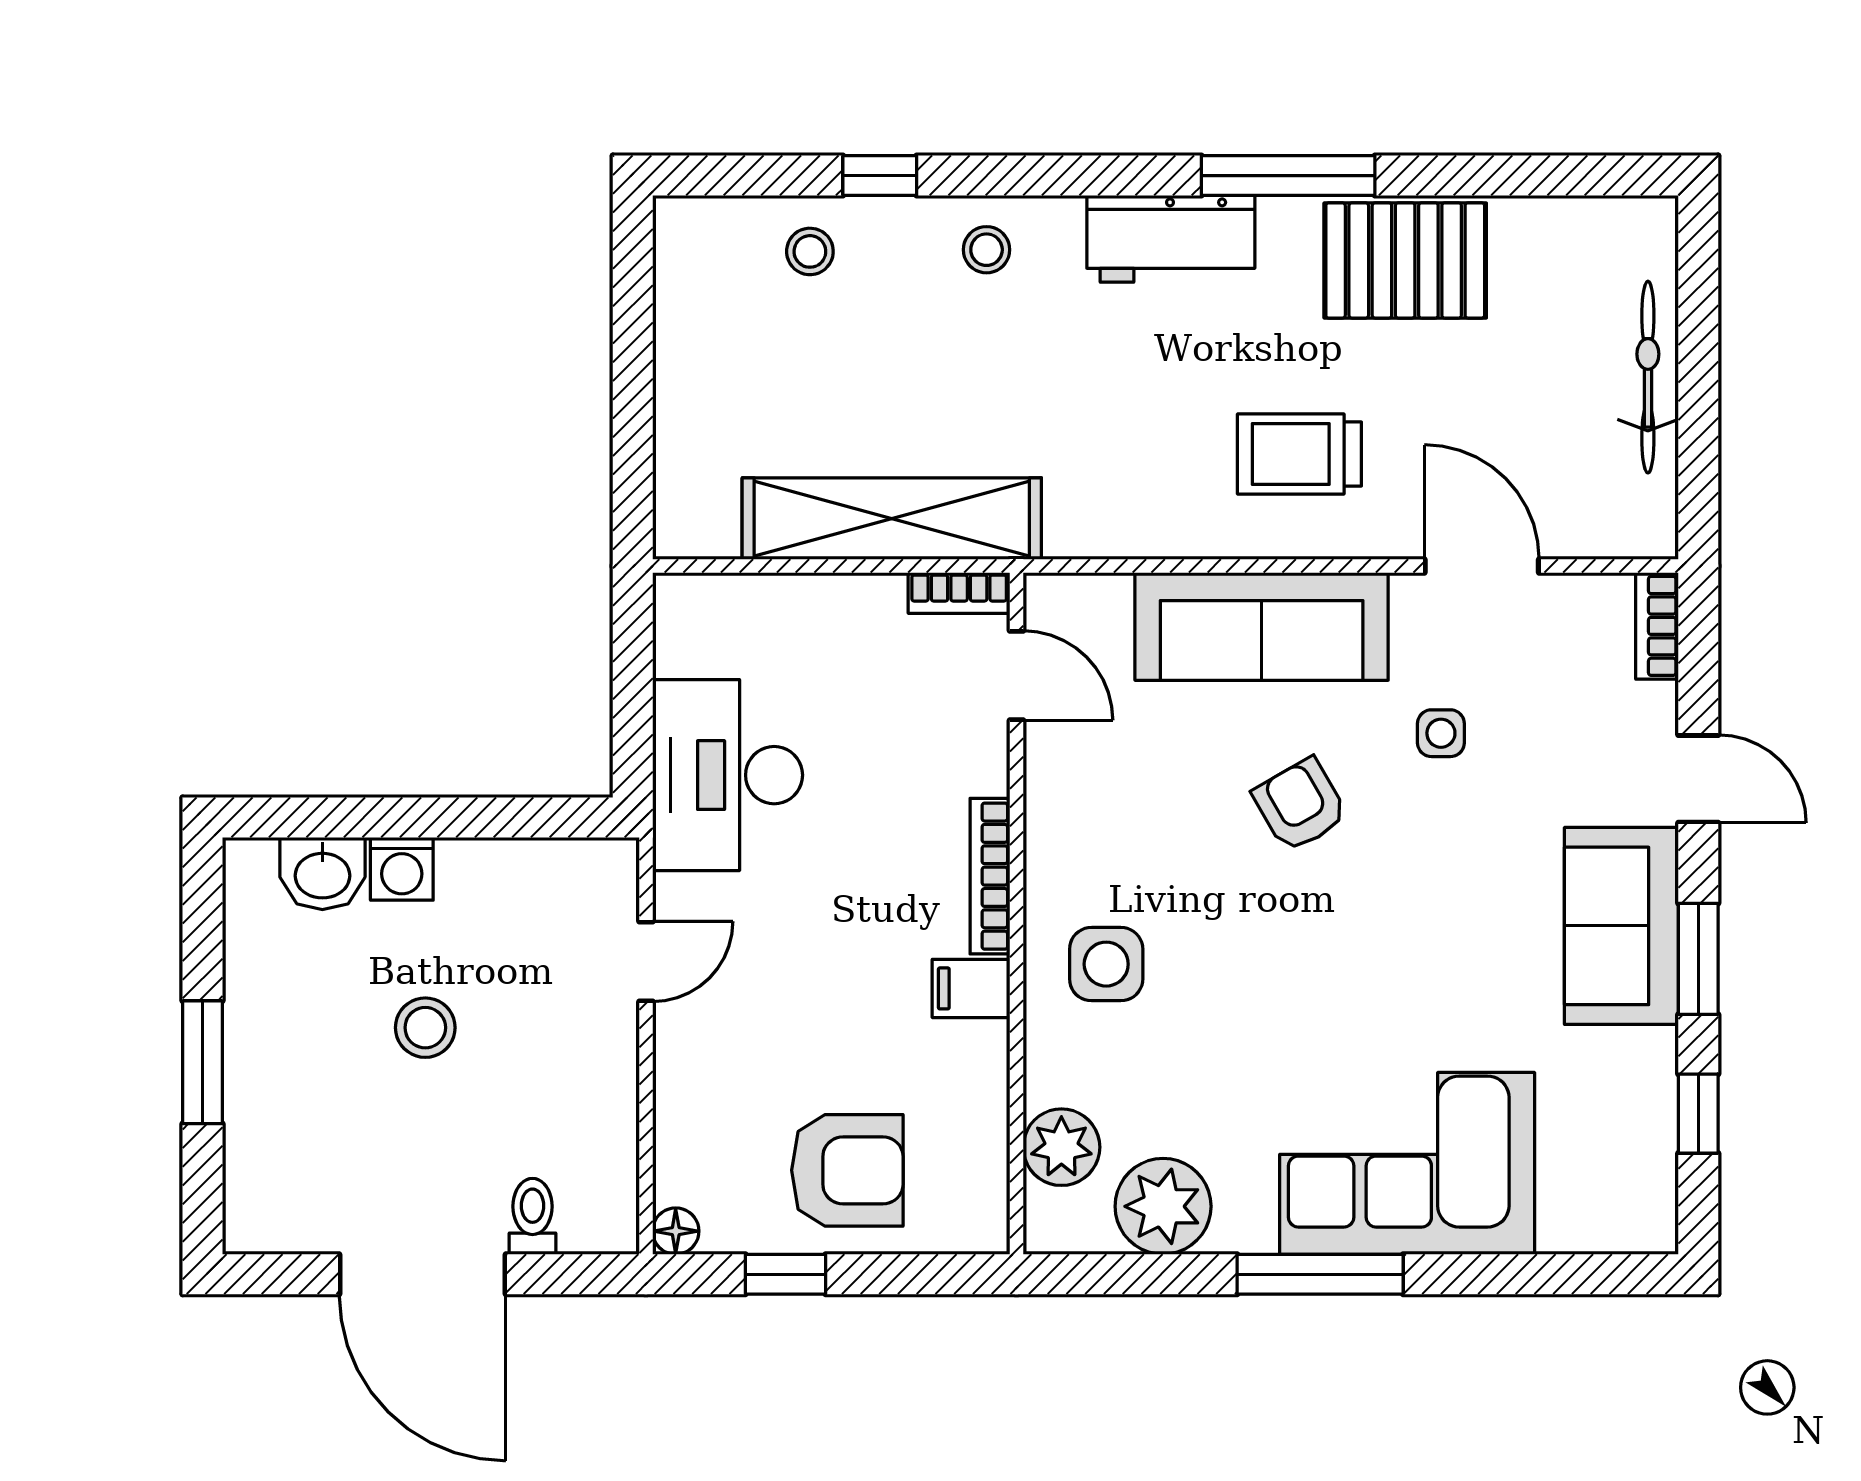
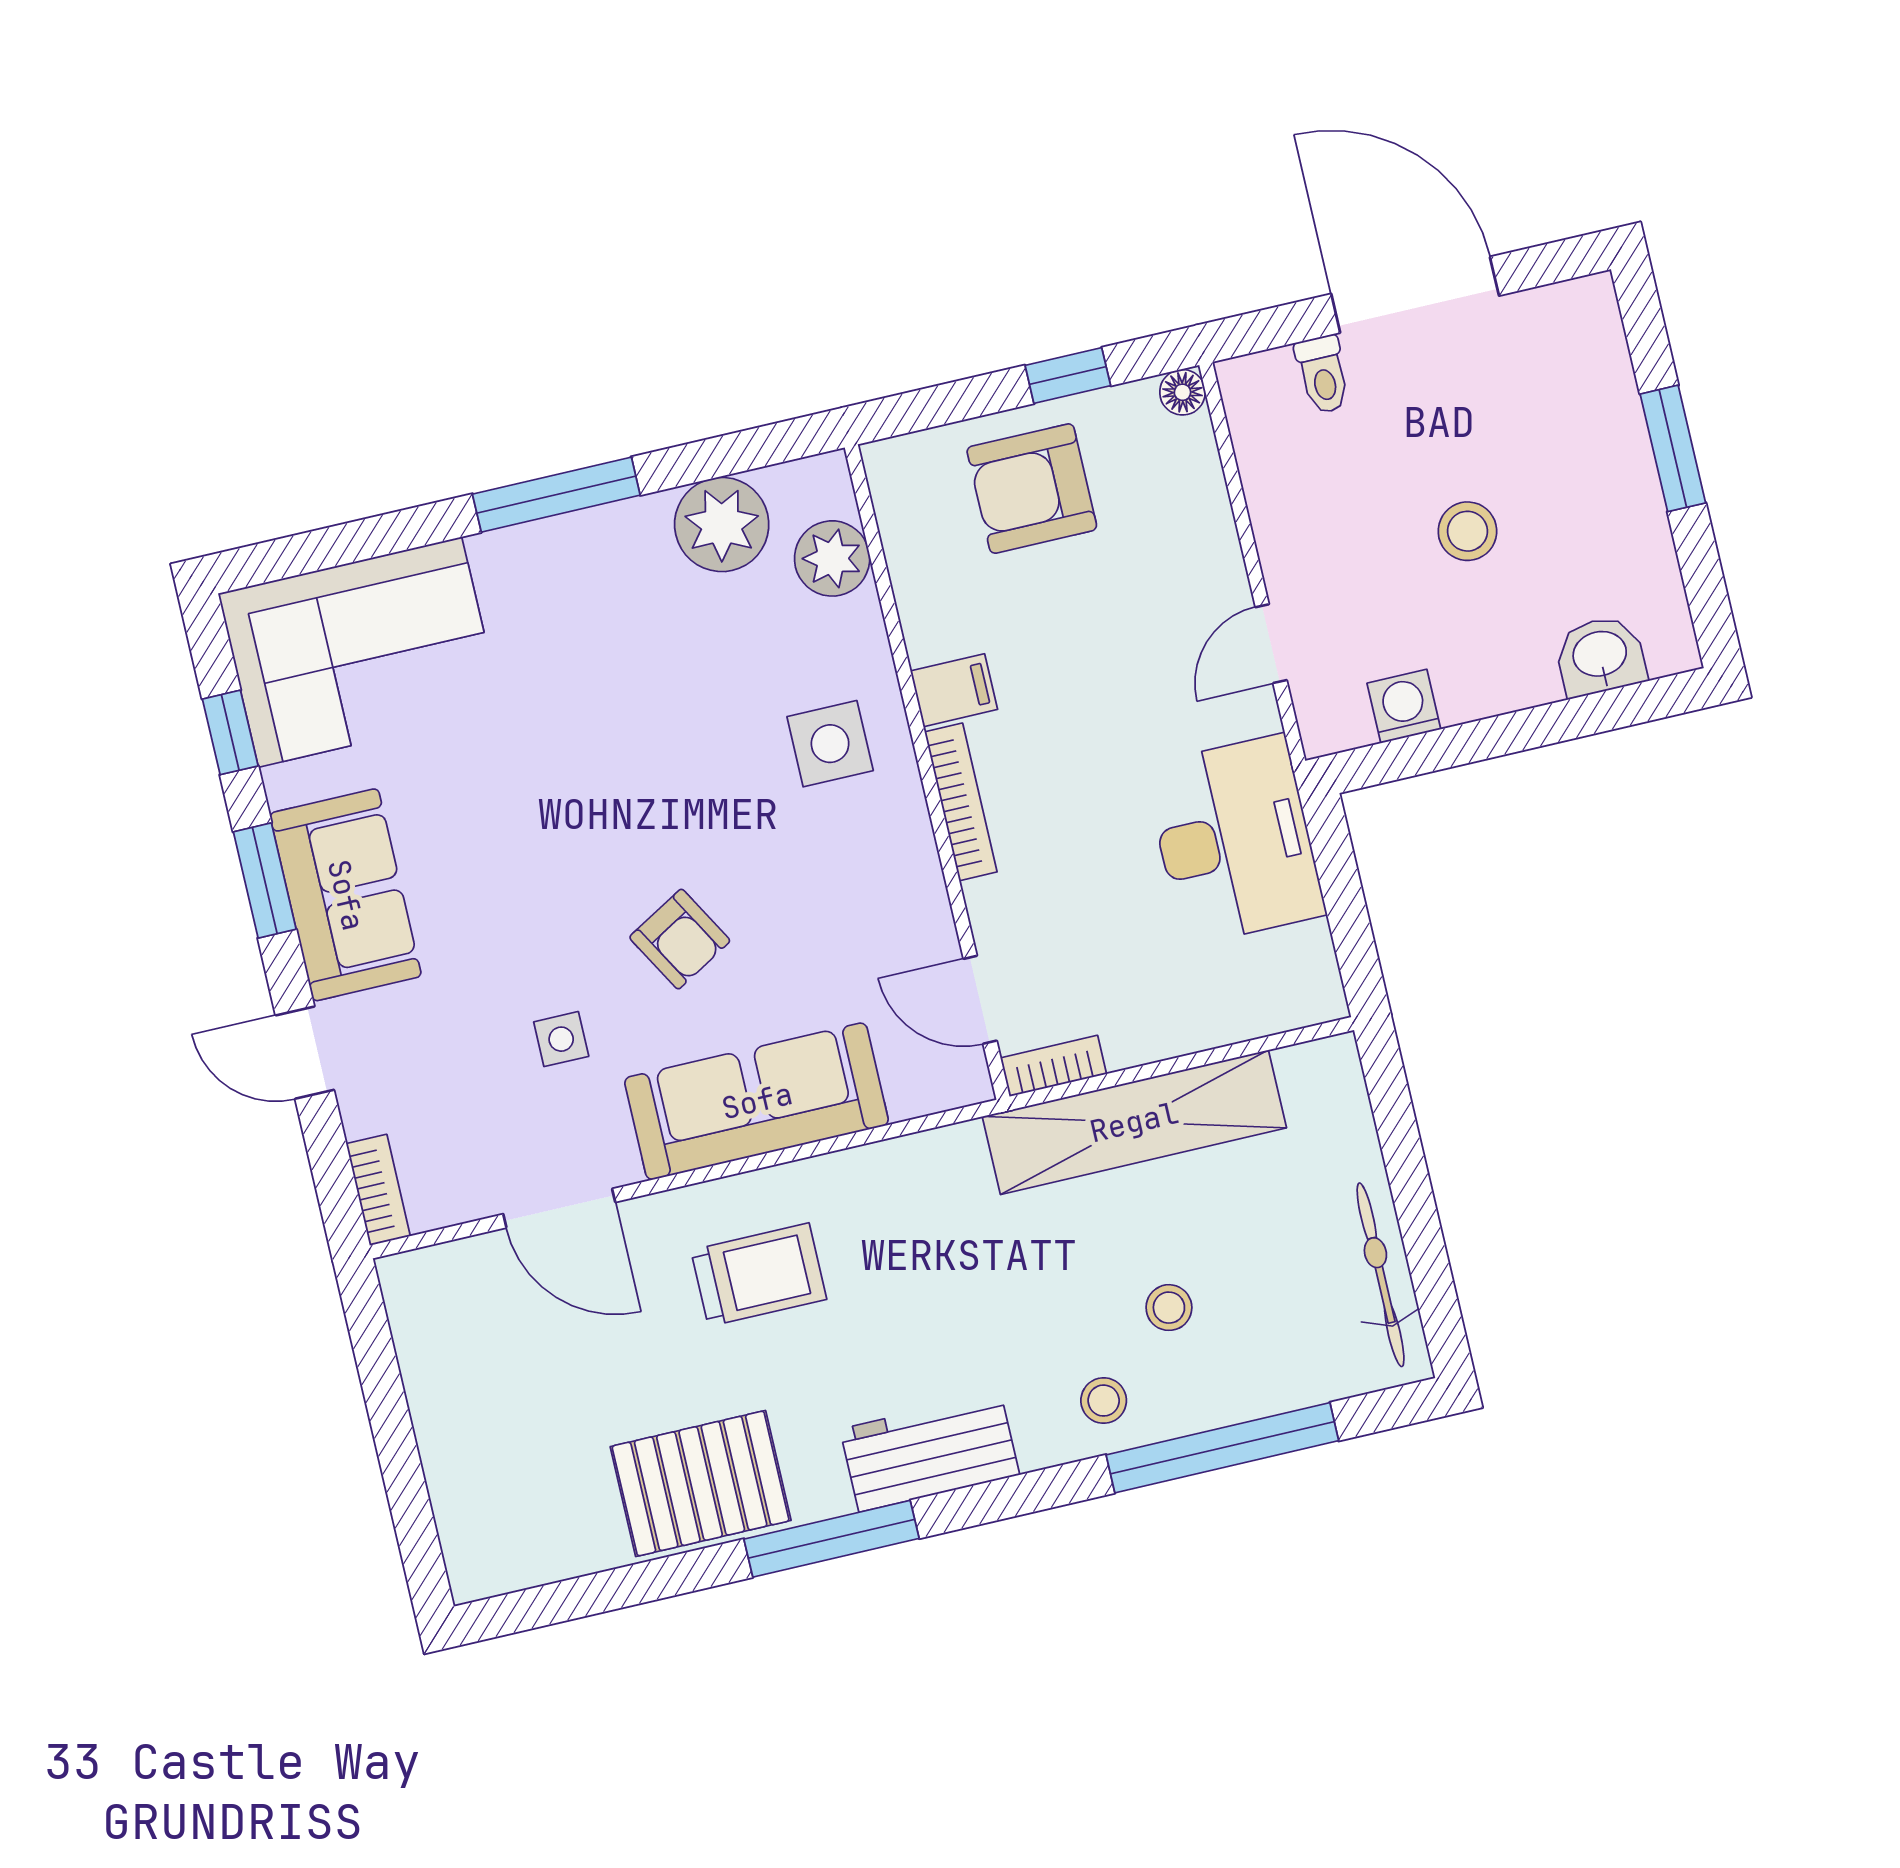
window: (880, 176) -> (1222, 1448), width x3.17
stool: (810, 251) -> (1169, 1308), moved
bicycle: (1648, 377) -> (1381, 1275), moved, turned 180
washing machine: (402, 869) -> (1404, 706), moved
corner sofa: (1407, 1163) -> (360, 652), moved

